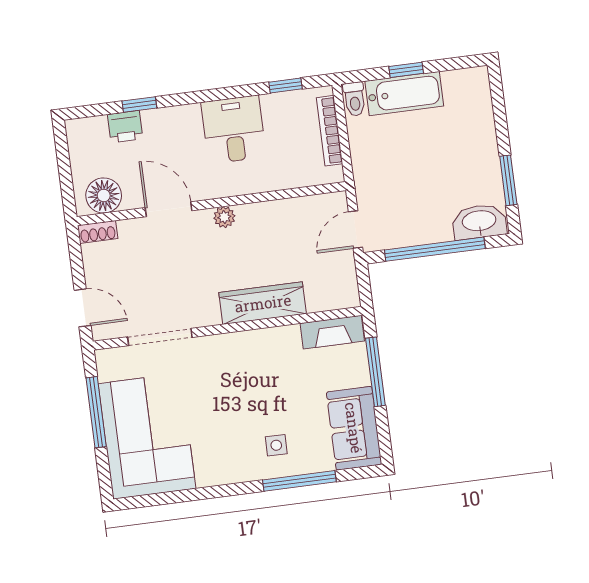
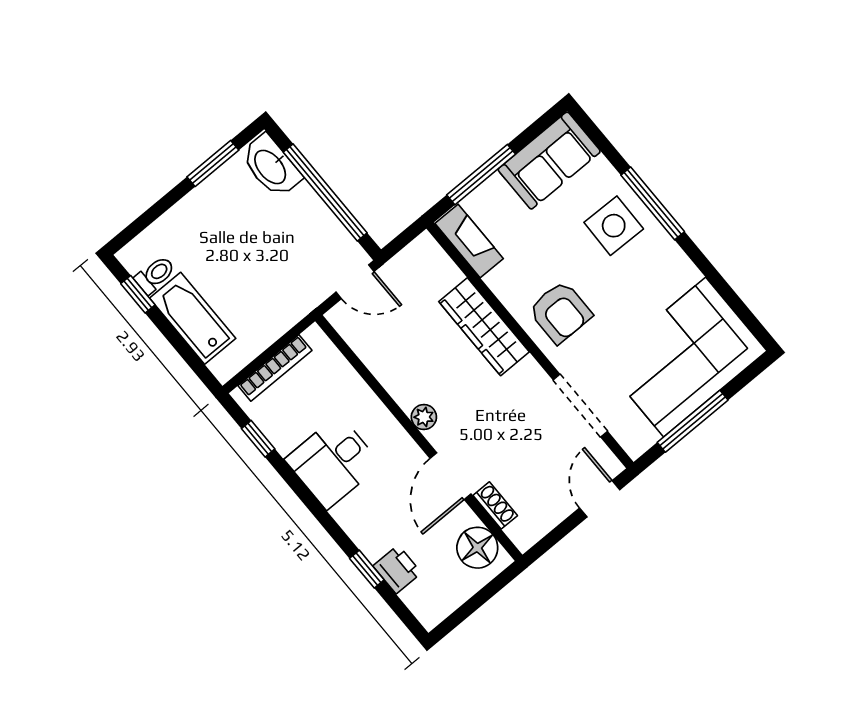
window: (406, 70) -> (138, 294), moved
toilet: (355, 99) -> (155, 275), moved
shoe rack: (98, 232) -> (495, 505), moved
armchair: (238, 366) -> (560, 312), added
side table: (276, 445) -> (614, 226), width x1.87, depth x1.87
window: (299, 481) -> (653, 203), moved

